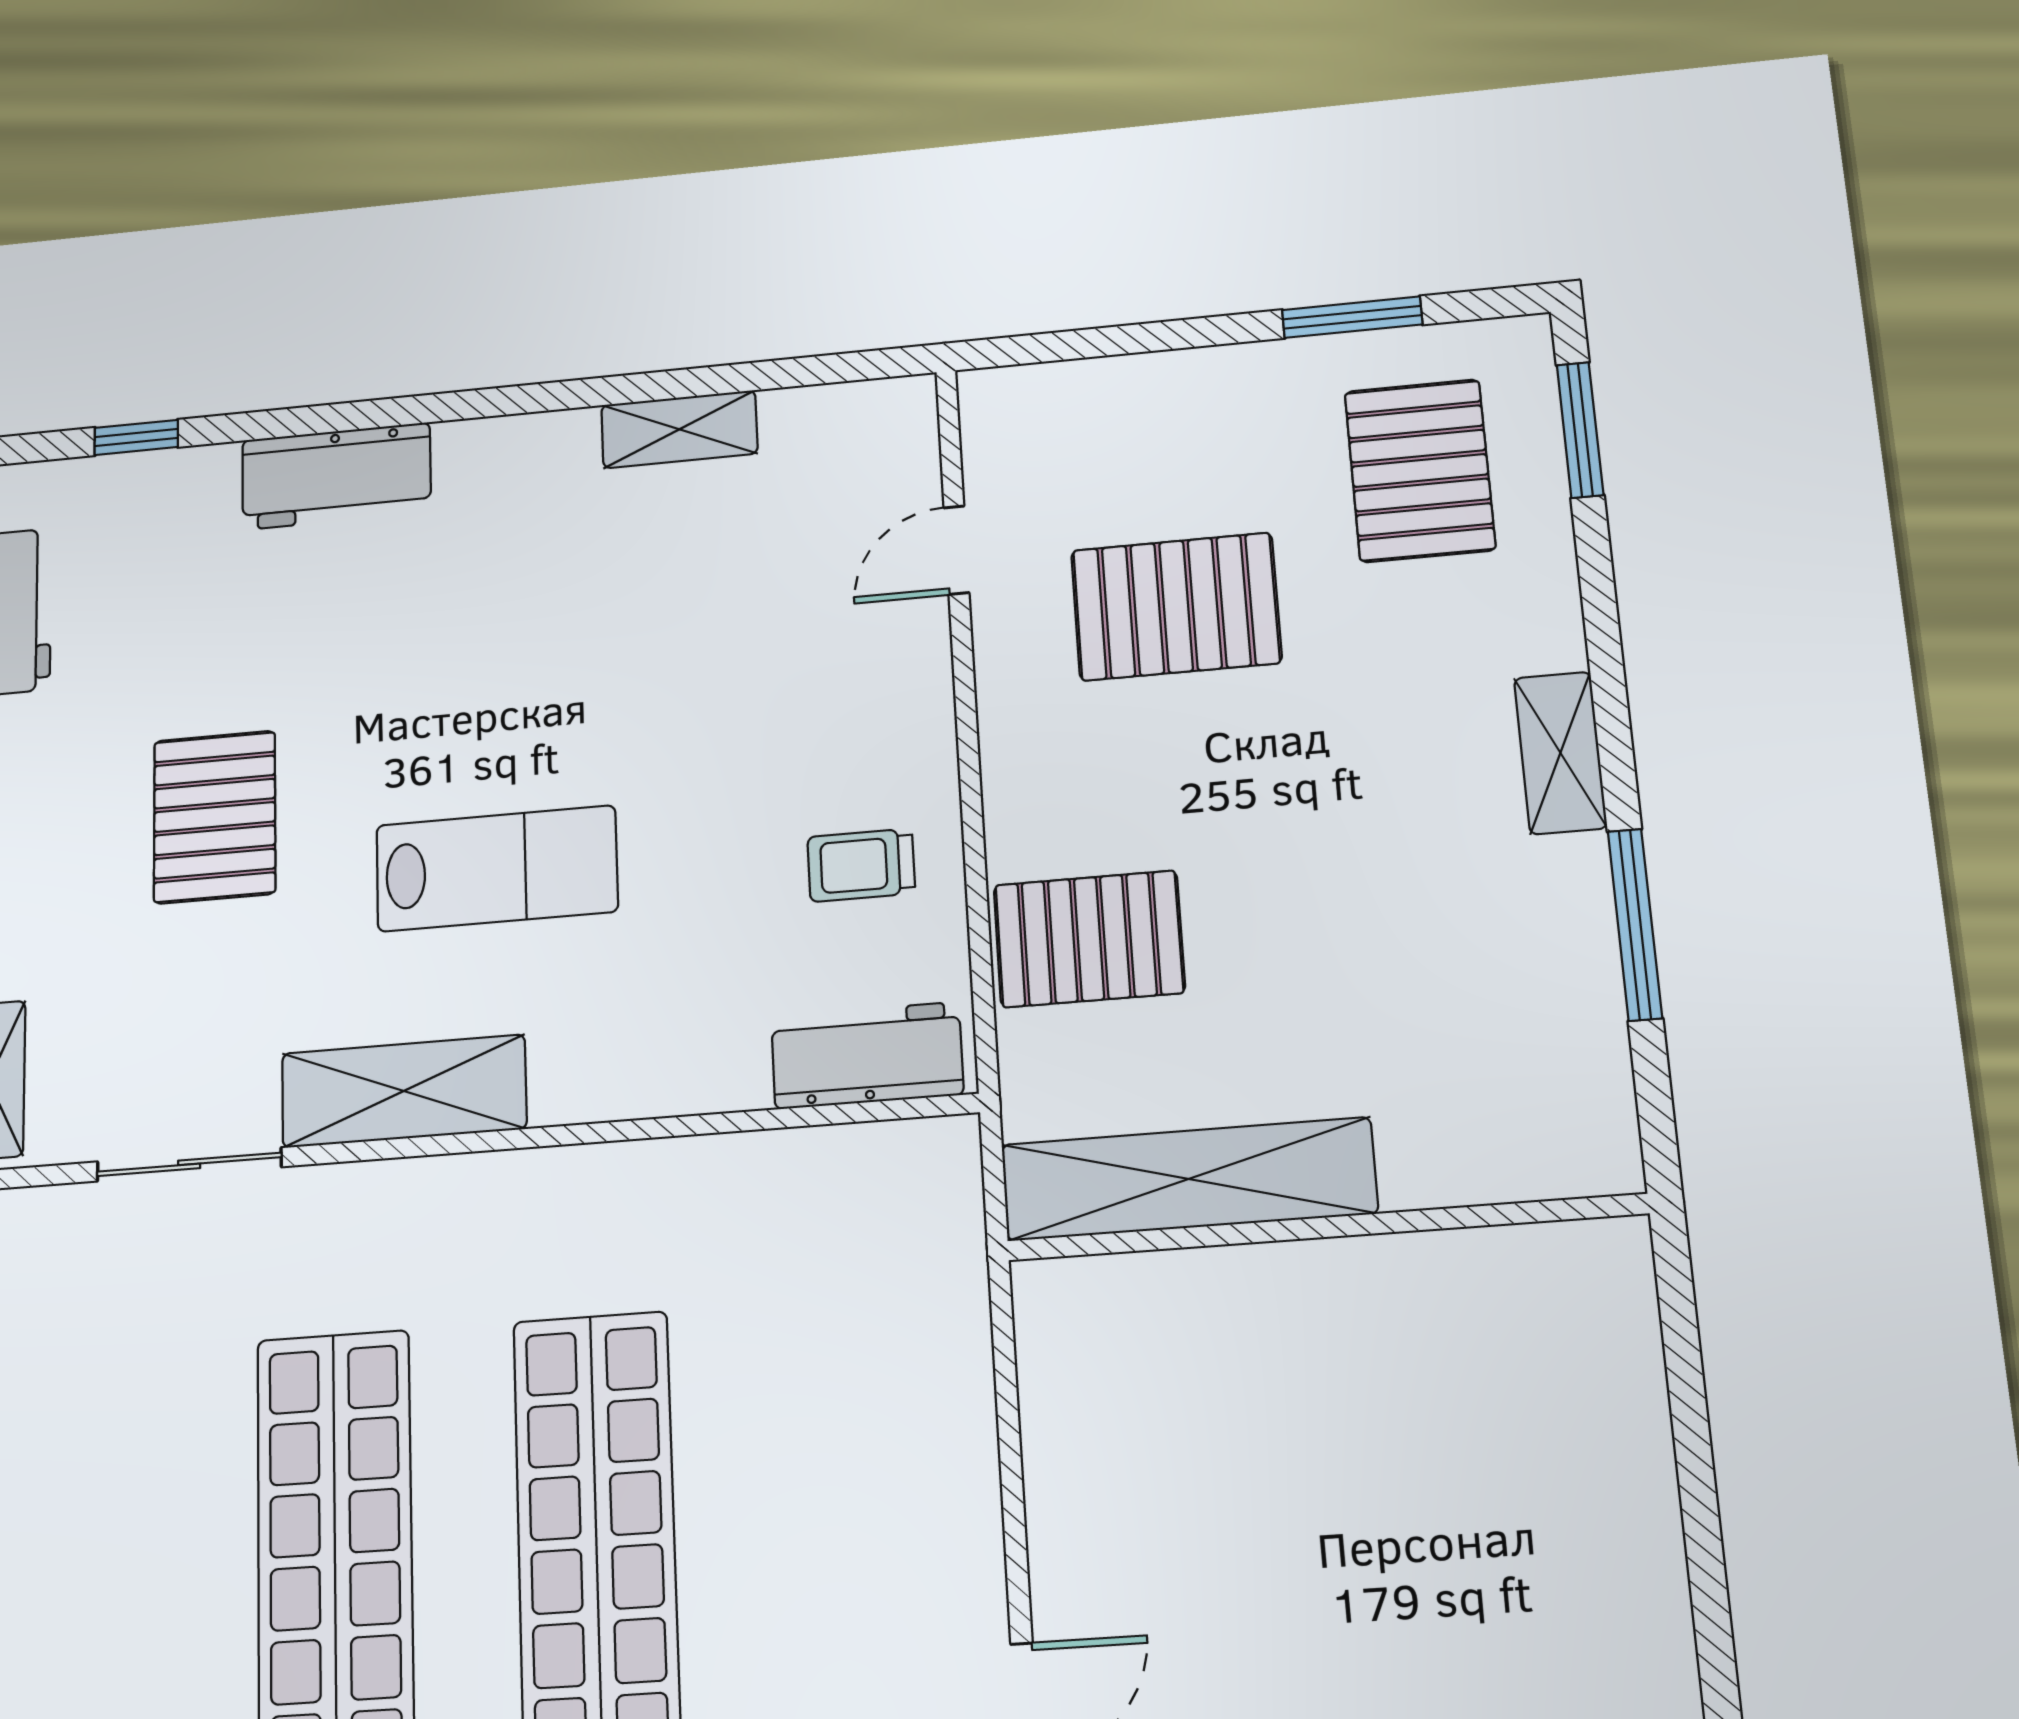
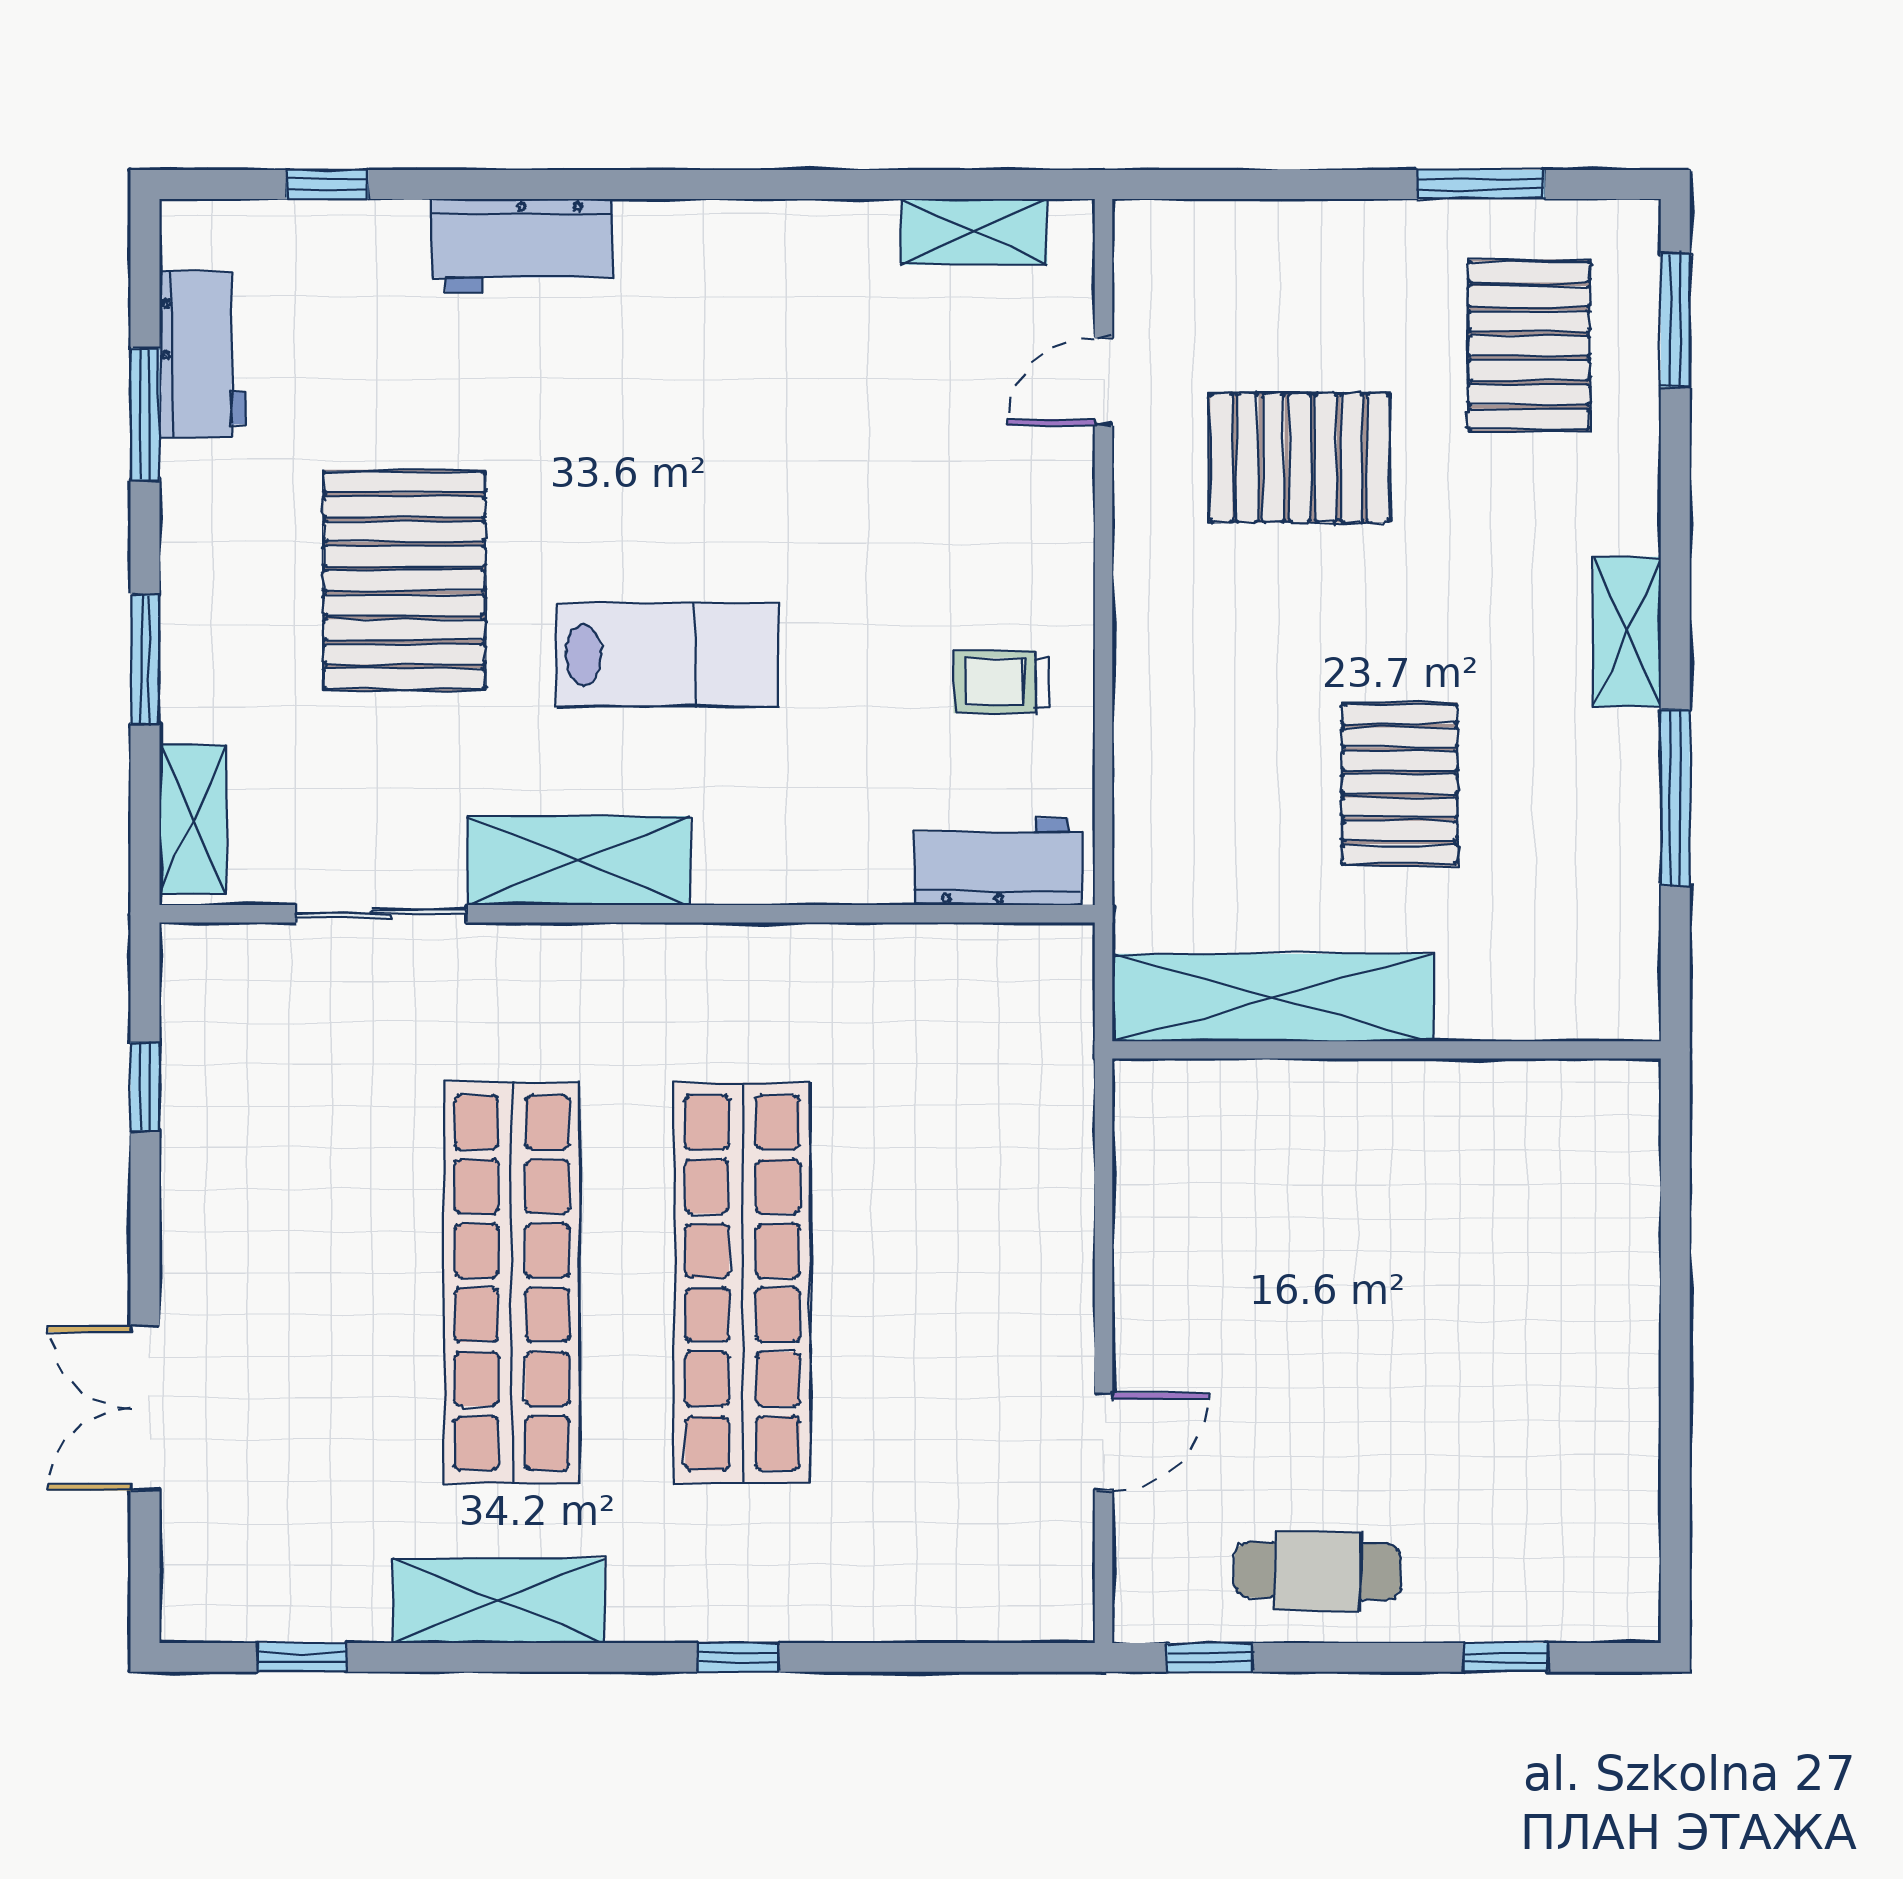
shelving: (679, 429) -> (974, 232), moved
pallet: (215, 817) -> (404, 580), width x1.37, depth x1.41
pallet: (1089, 939) -> (1400, 784), moved, turned 90

